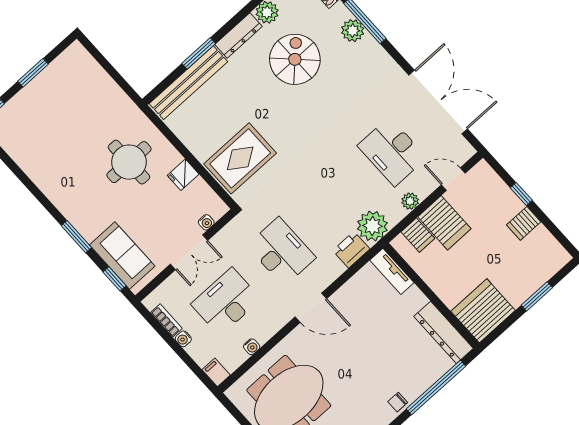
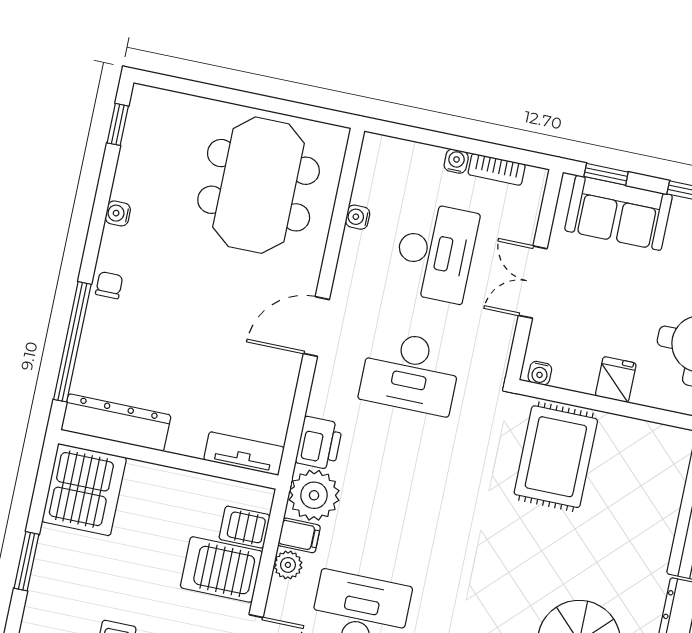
water cooler: (206, 222) -> (540, 373), moved, turned -90
filing cabinet: (216, 372) -> (299, 535), moved

